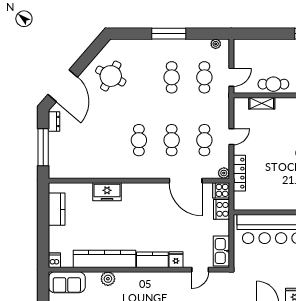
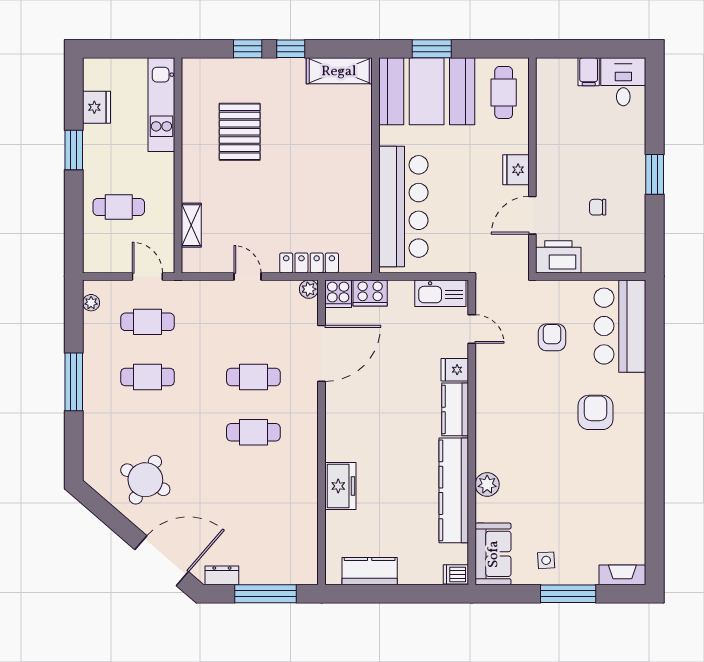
cafe table: (273, 84) -> (119, 207), moved, turned 90
cafe table: (204, 140) -> (253, 322), removed

